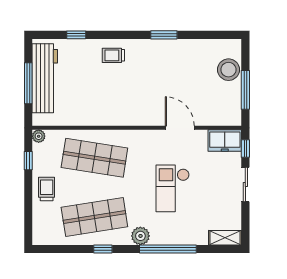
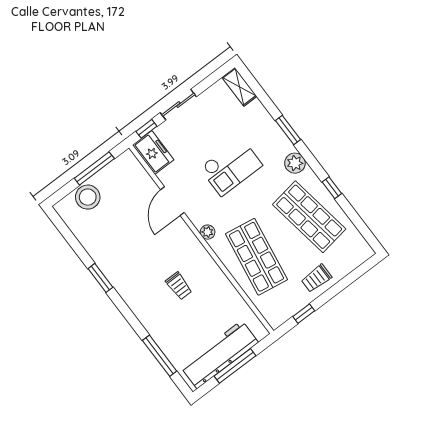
window: (76, 35) -> (160, 356), width x2.17
trolley: (113, 55) -> (179, 286), moved
plant: (39, 136) -> (208, 232), moved
window: (168, 249) -> (288, 130), width x0.47

